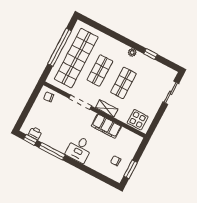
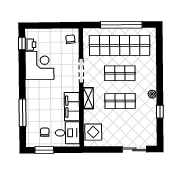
corner desk: (57, 135) -> (39, 65), added
desk: (79, 149) -> (67, 133), moved, turned 180
window: (52, 151) -> (22, 113), moved

